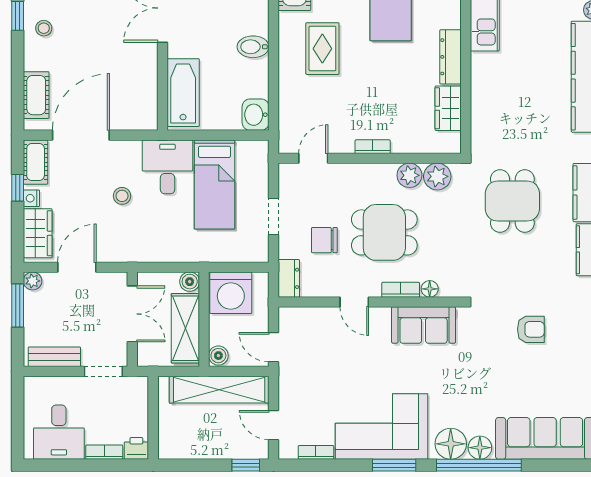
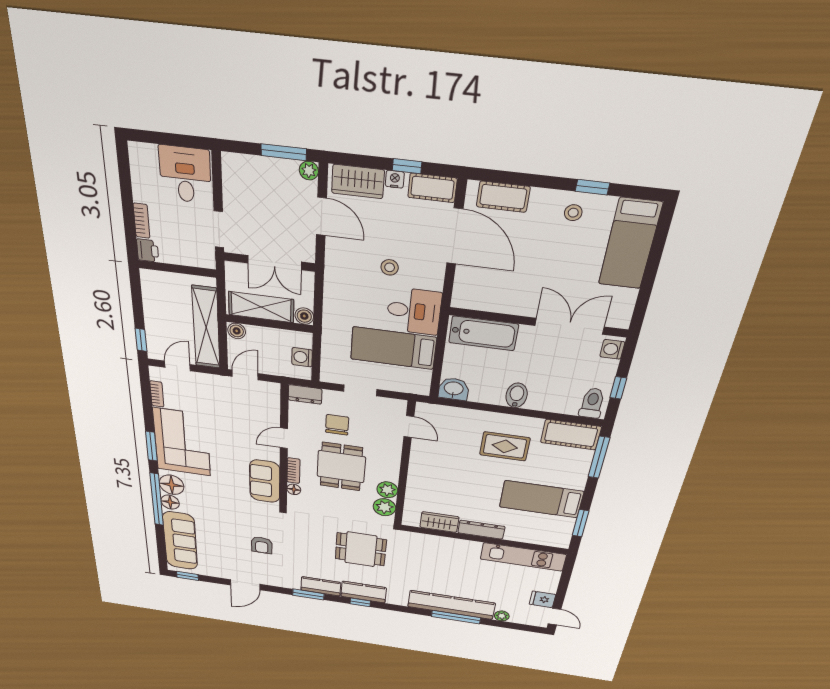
bookcase: (373, 147) -> (414, 469), removed
washing machine: (231, 293) -> (302, 357), width x0.53, depth x0.53
bench: (54, 357) -> (232, 184), removed
desk: (59, 432) -> (185, 175), moved, turned 90

